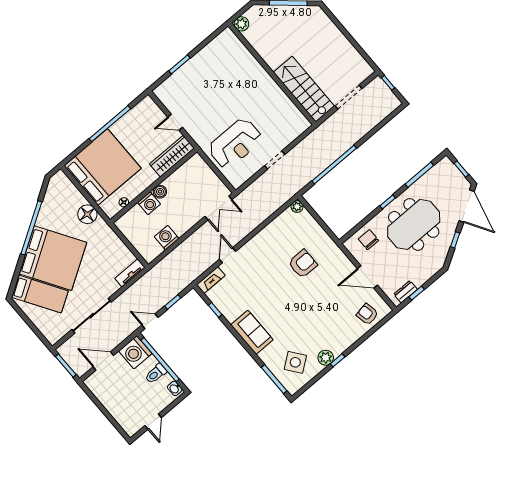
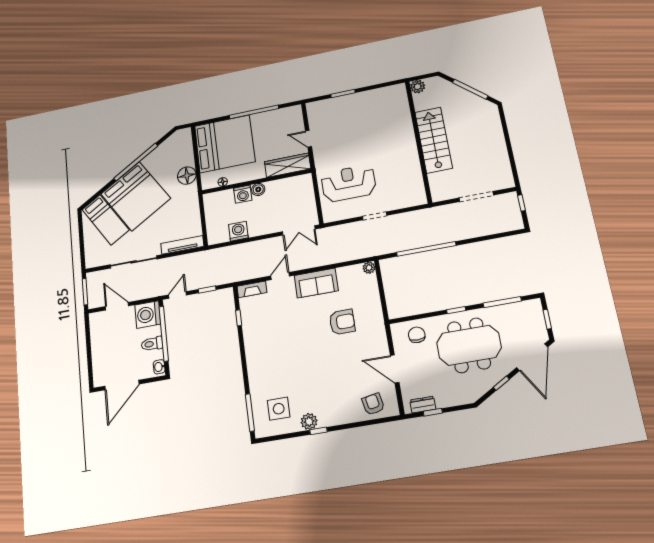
stairs: (304, 89) -> (434, 140), moved
reception desk: (235, 144) -> (349, 183), turned 180
tv unit: (130, 273) -> (182, 245), width x1.41
door: (150, 321) -> (177, 295), hinge flipped
sofa: (252, 332) -> (316, 283), moved, turned 90
side table: (295, 362) -> (279, 409), turned 37
door: (153, 422) -> (122, 385), width x1.88

